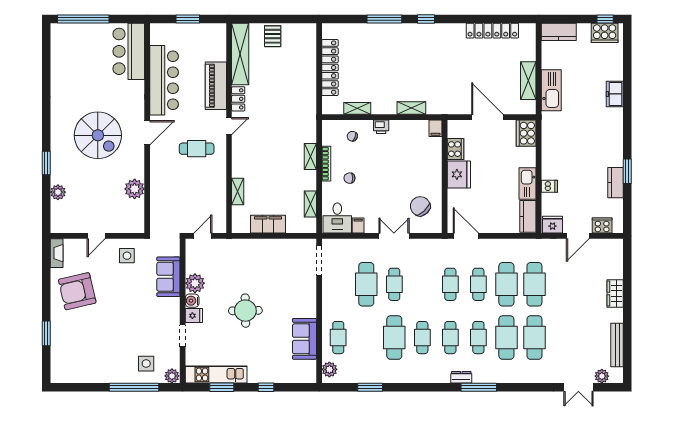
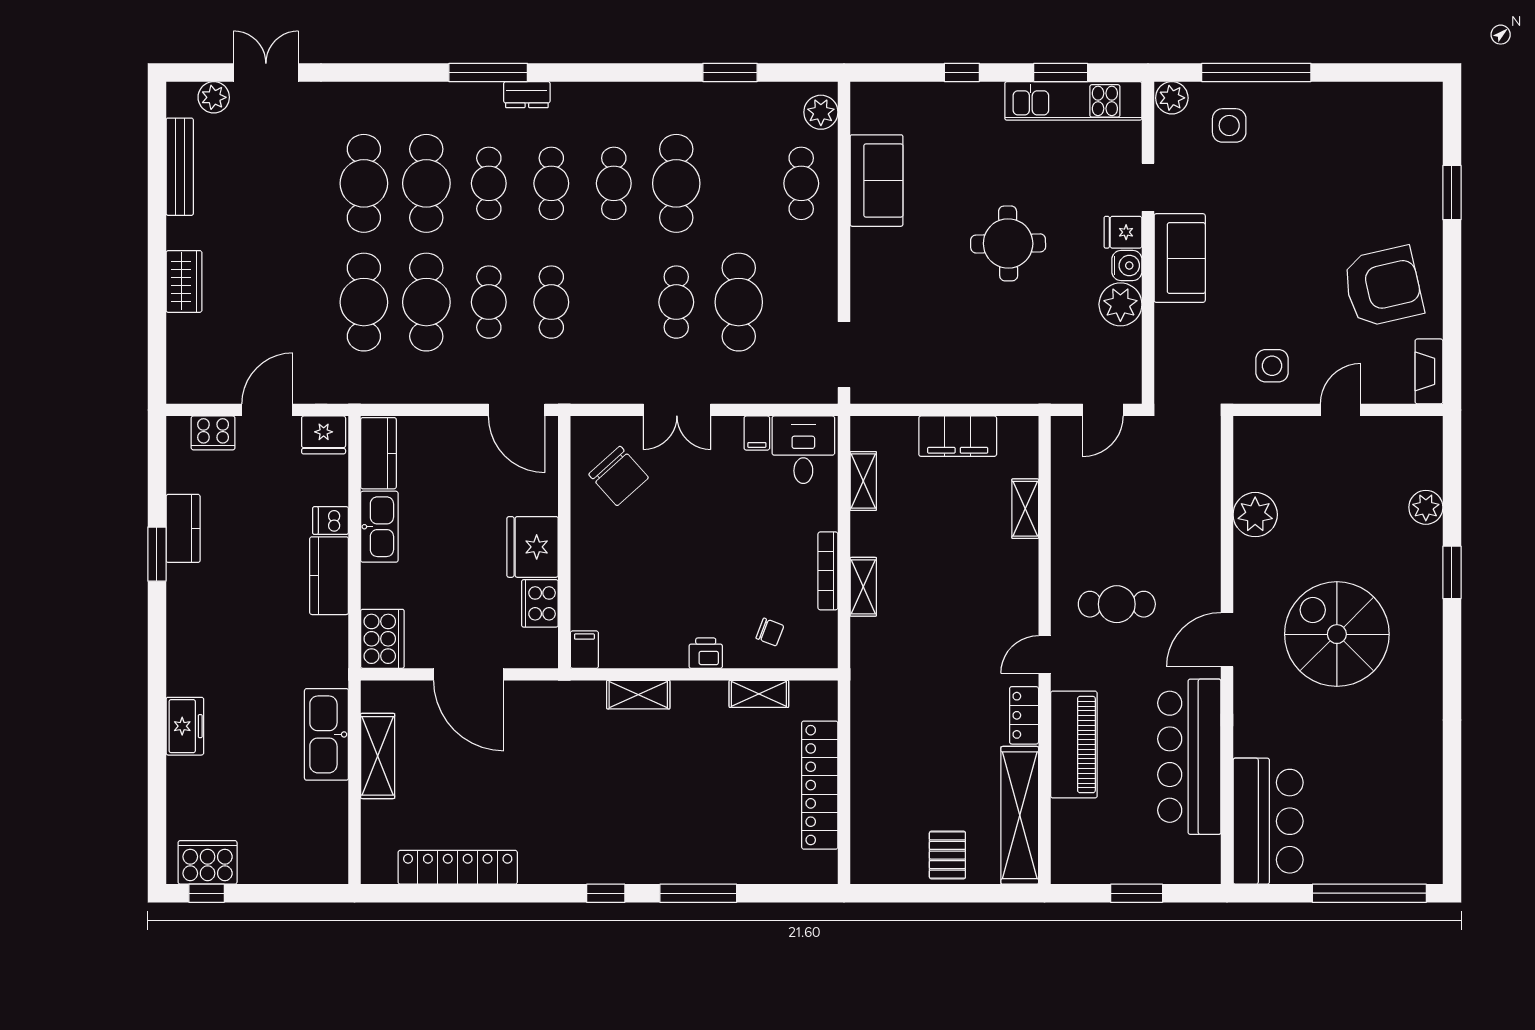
kitchen counter: (559, 32) -> (329, 576), moved, turned -90
chair: (349, 178) -> (776, 539), removed
sofa: (168, 277) -> (1180, 258), moved

